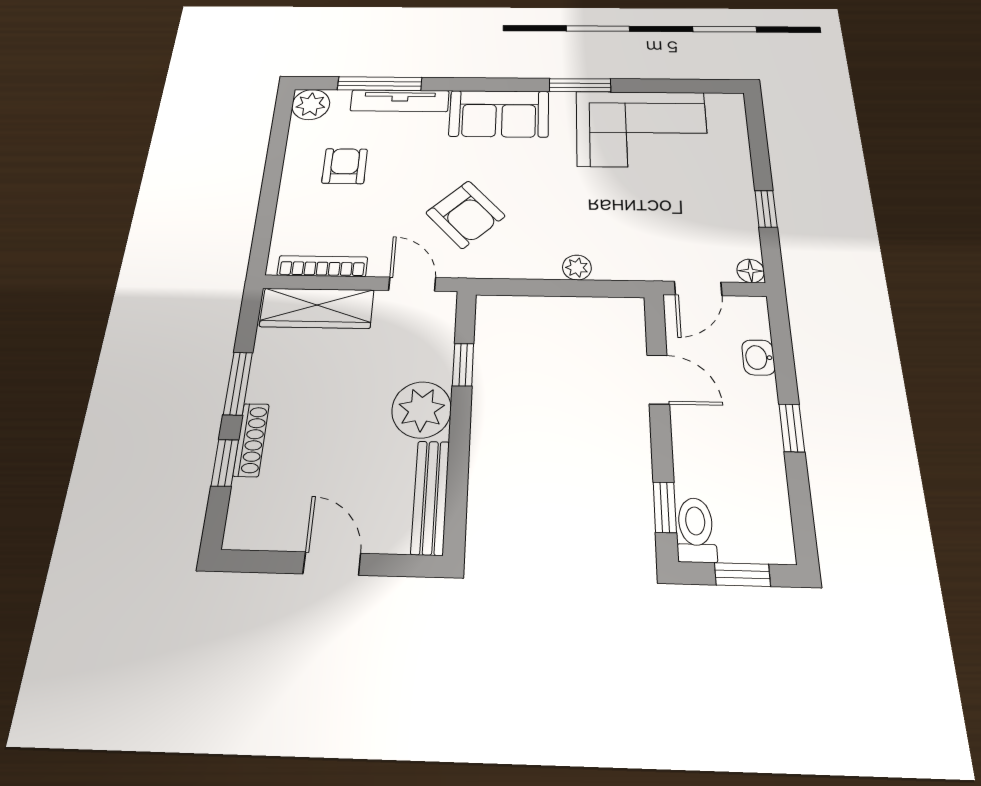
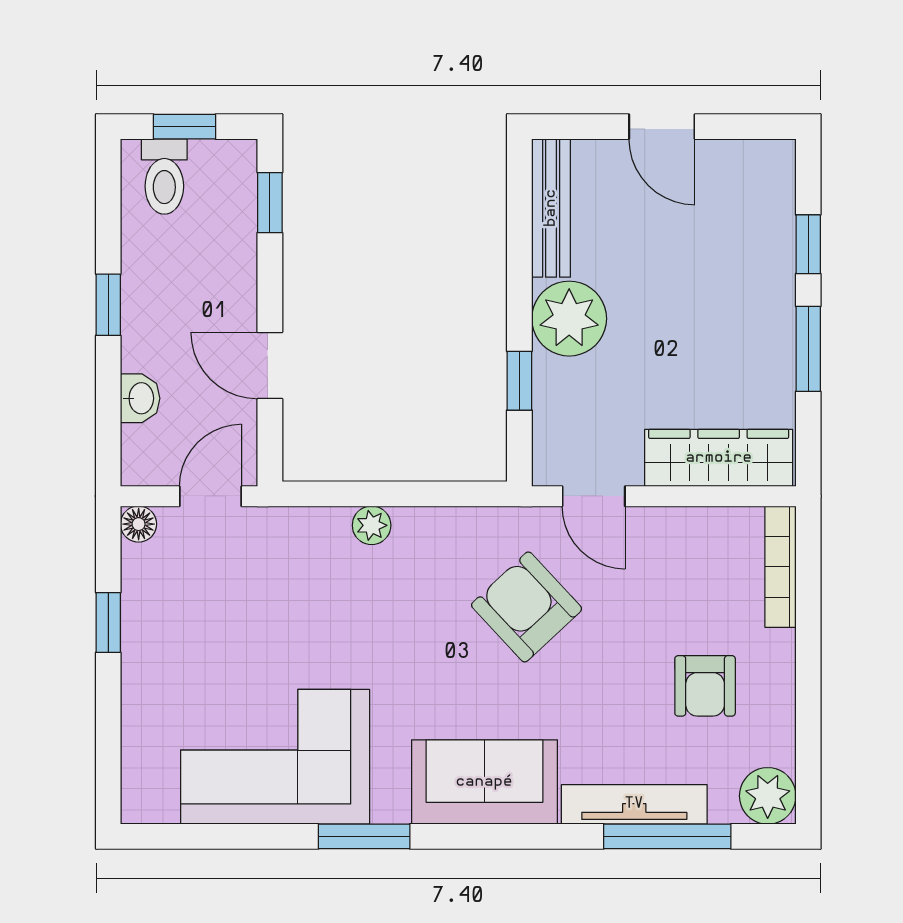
bookcase: (322, 266) -> (780, 567), moved, turned 90
shoe rack: (251, 440) -> (780, 274), removed
toilet: (696, 530) -> (164, 177), moved

